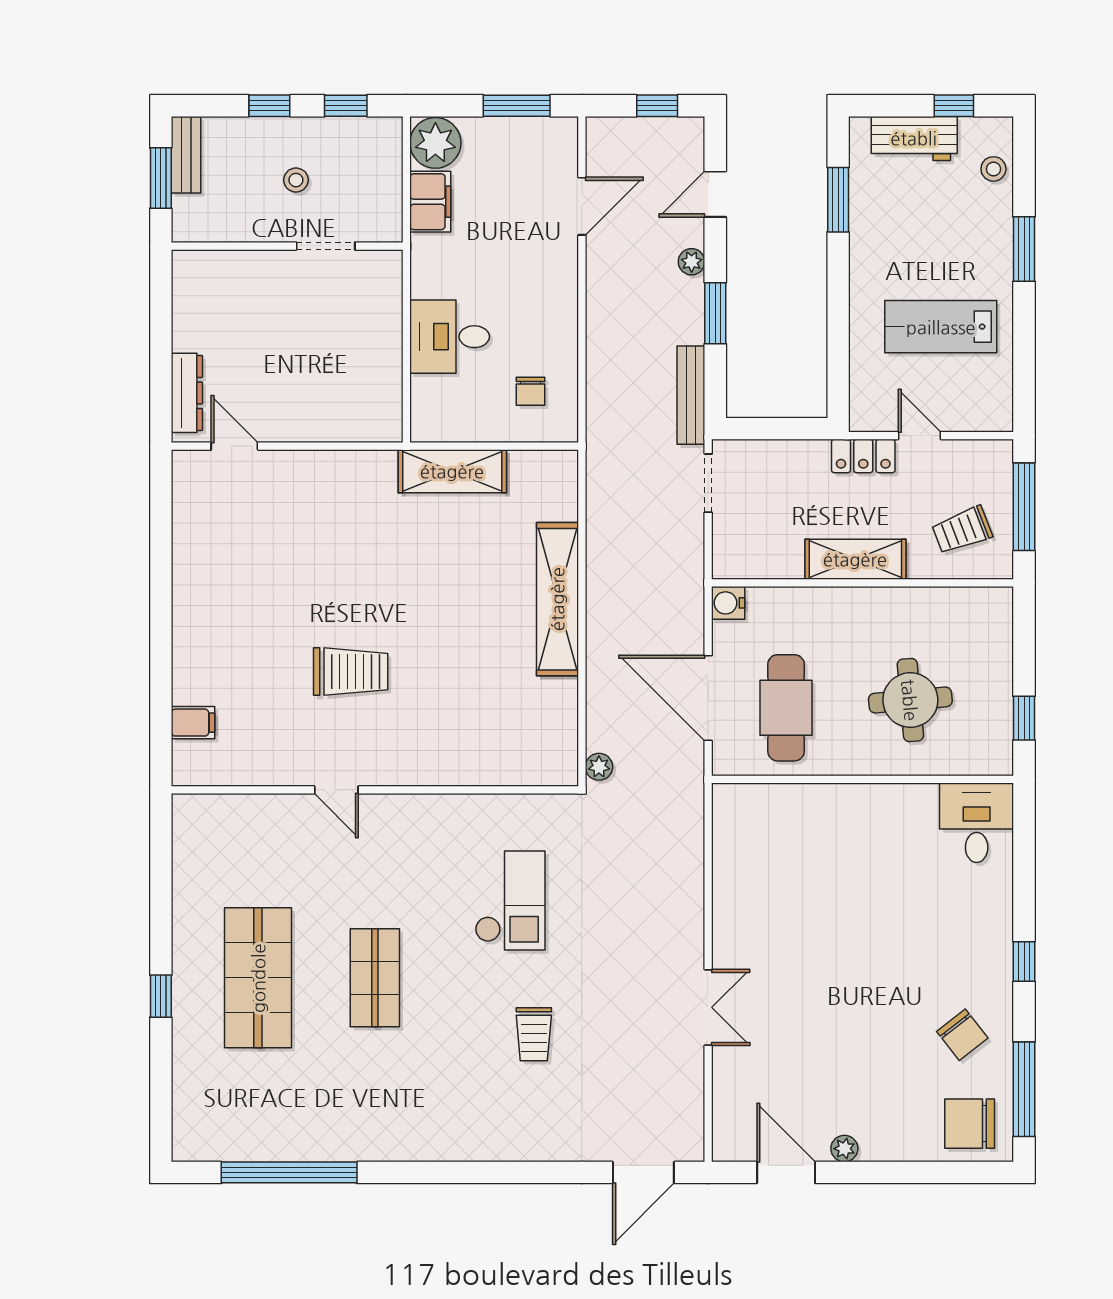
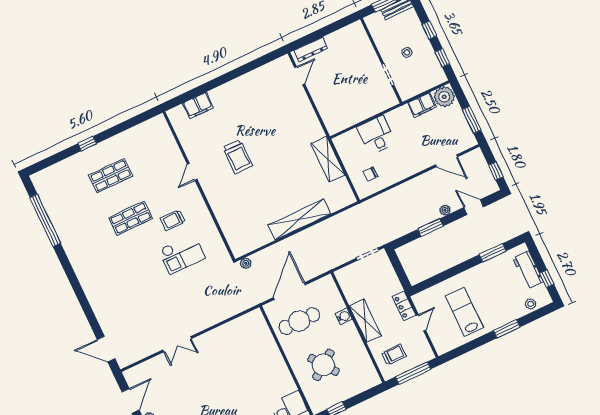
bench: (691, 395) -> (396, 233), removed
trolley: (962, 530) -> (394, 354), turned 111
water cooler: (728, 603) -> (344, 316), moved, turned 90
round table: (910, 700) -> (323, 365), turned -31
filing cabinet: (193, 723) -> (198, 105), width x2.00
shop shelf: (258, 978) -> (111, 176), width x0.70, depth x0.74
trolley: (534, 1034) -> (173, 220), moved

